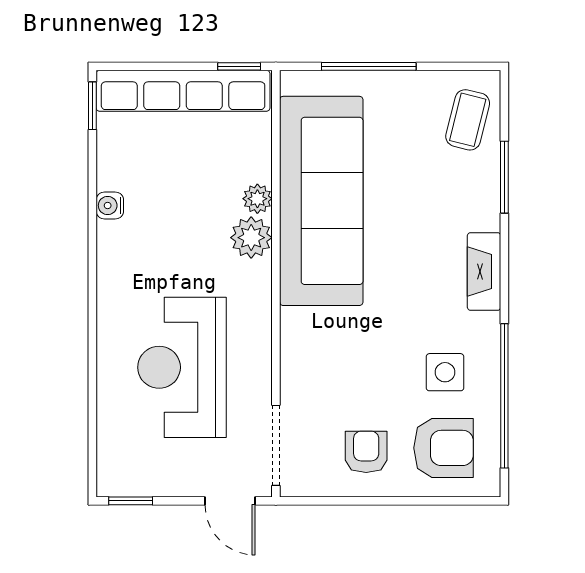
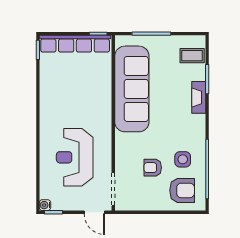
coffee table: (468, 120) -> (192, 56), turned 76
plant: (257, 199) -> (106, 88), removed
water cooler: (110, 205) -> (45, 205), moved
plant: (251, 238) -> (103, 104), removed
fireplace: (484, 271) -> (199, 97), moved
armchair: (366, 452) -> (153, 168), moved, turned -90

